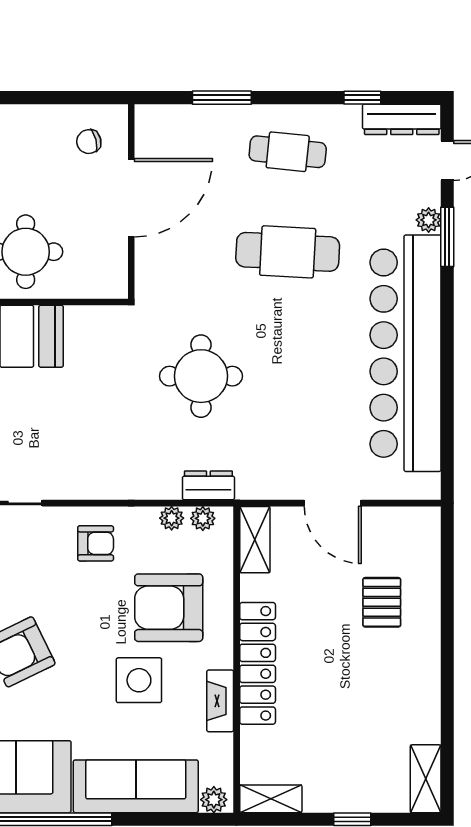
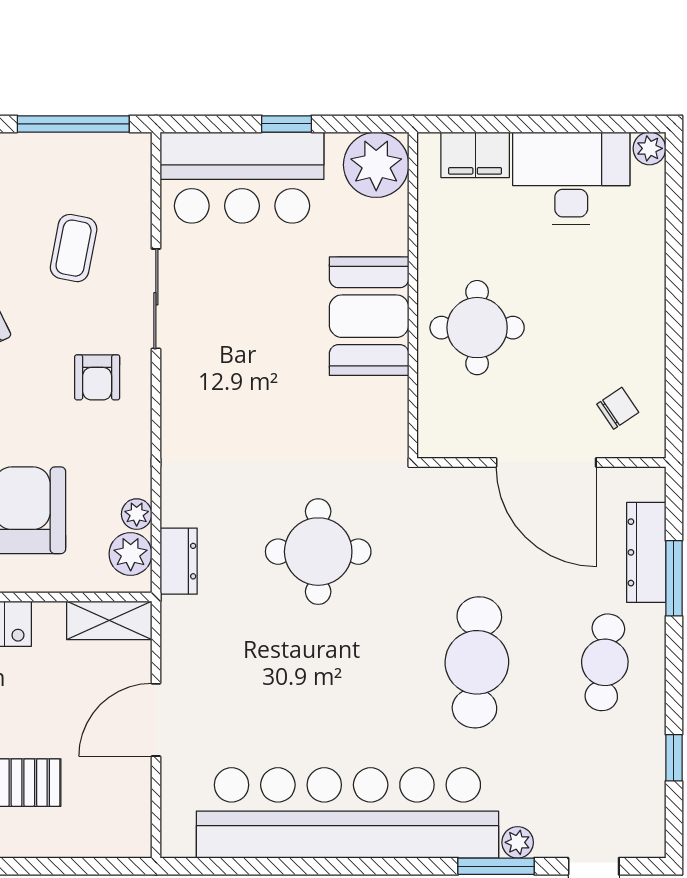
dresser: (402, 119) -> (646, 552), moved
chair: (89, 142) -> (618, 408), turned 71
plant: (203, 518) -> (131, 554), width x1.38, depth x1.38
armchair: (96, 543) -> (97, 377), moved

